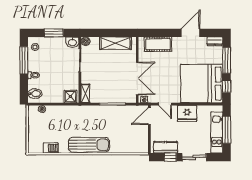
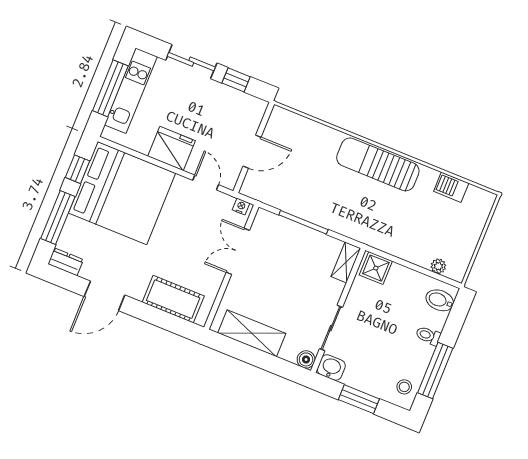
double door: (137, 78) -> (238, 251), width x0.73
door: (149, 116) -> (252, 152), moved
kitchen counter: (166, 147) -> (237, 102), removed

